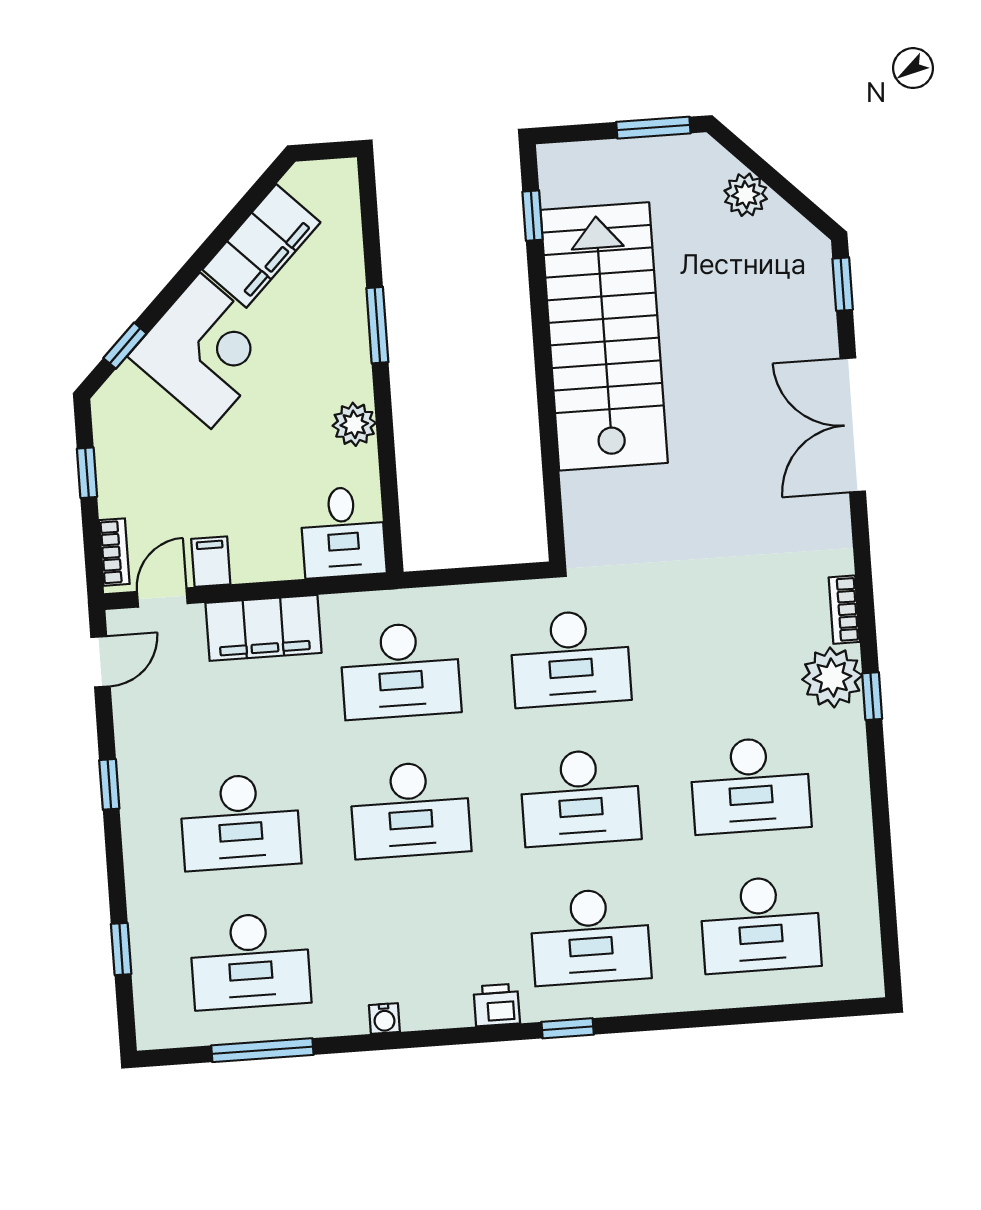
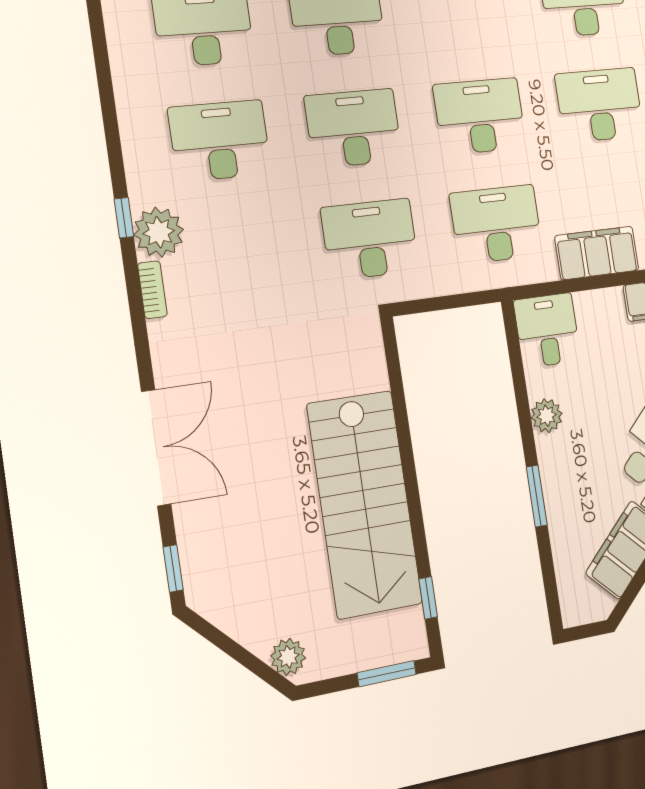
window: (653, 128) -> (387, 674), moved
plant: (746, 195) -> (288, 657), moved

